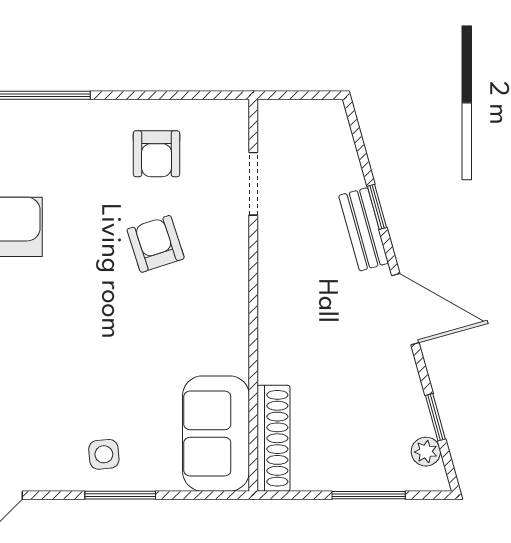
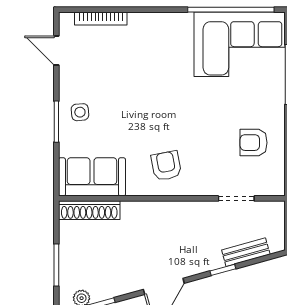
bench: (364, 229) -> (246, 252), moved
armchair: (156, 244) -> (166, 166), moved, turned -83

